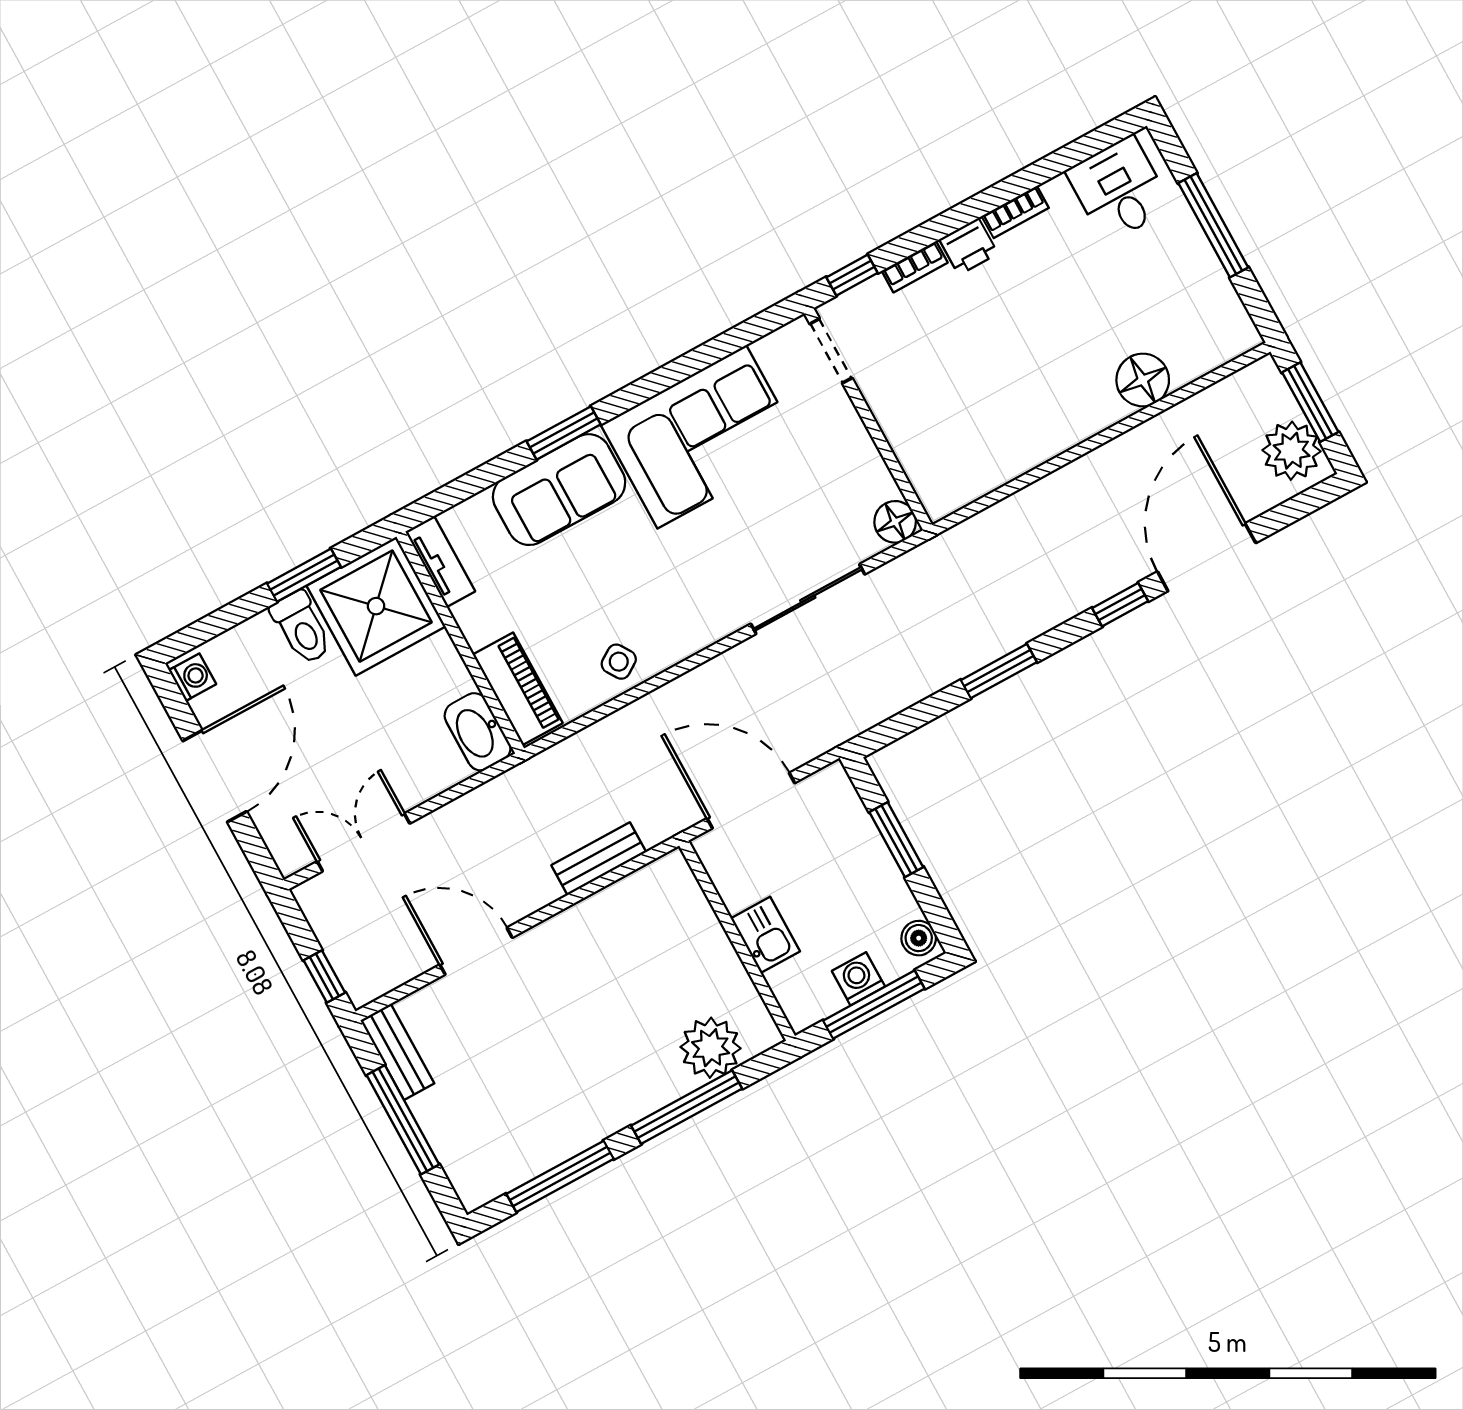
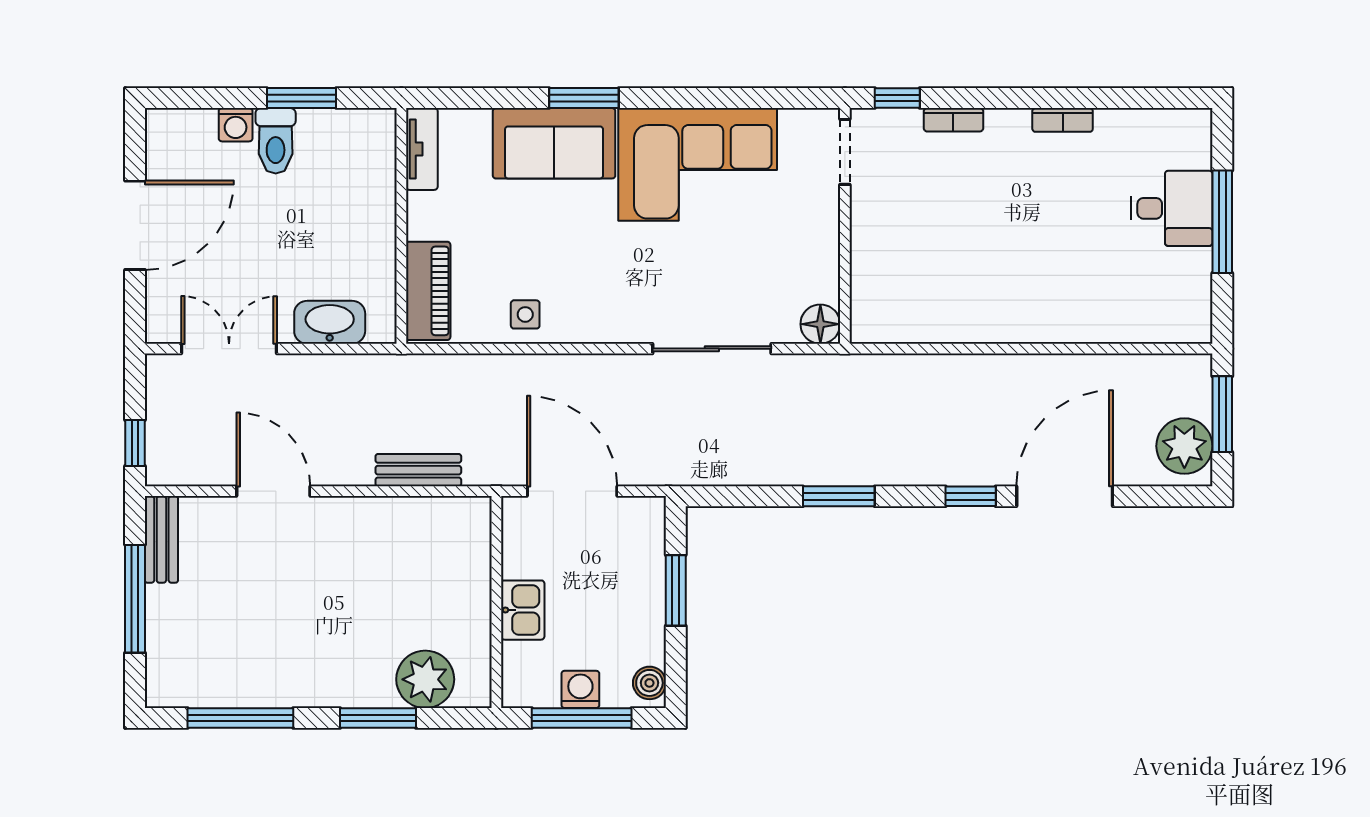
desk: (1119, 189) -> (1172, 208), moved, turned 90
printer: (969, 247) -> (1008, 127), removed
floor lamp: (1143, 380) -> (1092, 319), removed
shower: (376, 606) -> (348, 157), removed
side table: (619, 662) -> (525, 314), turned 33
washing machine: (192, 677) -> (236, 125), moved, turned 90
washbasin: (478, 732) -> (330, 322), moved, turned 90
window: (687, 1107) -> (378, 718), width x0.69

